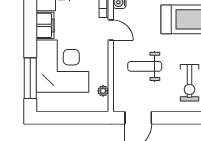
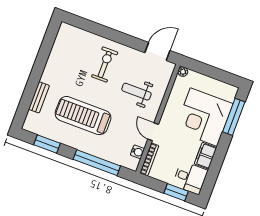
weight bench: (145, 66) -> (136, 92), turned 180
plant: (103, 91) -> (183, 72), moved

